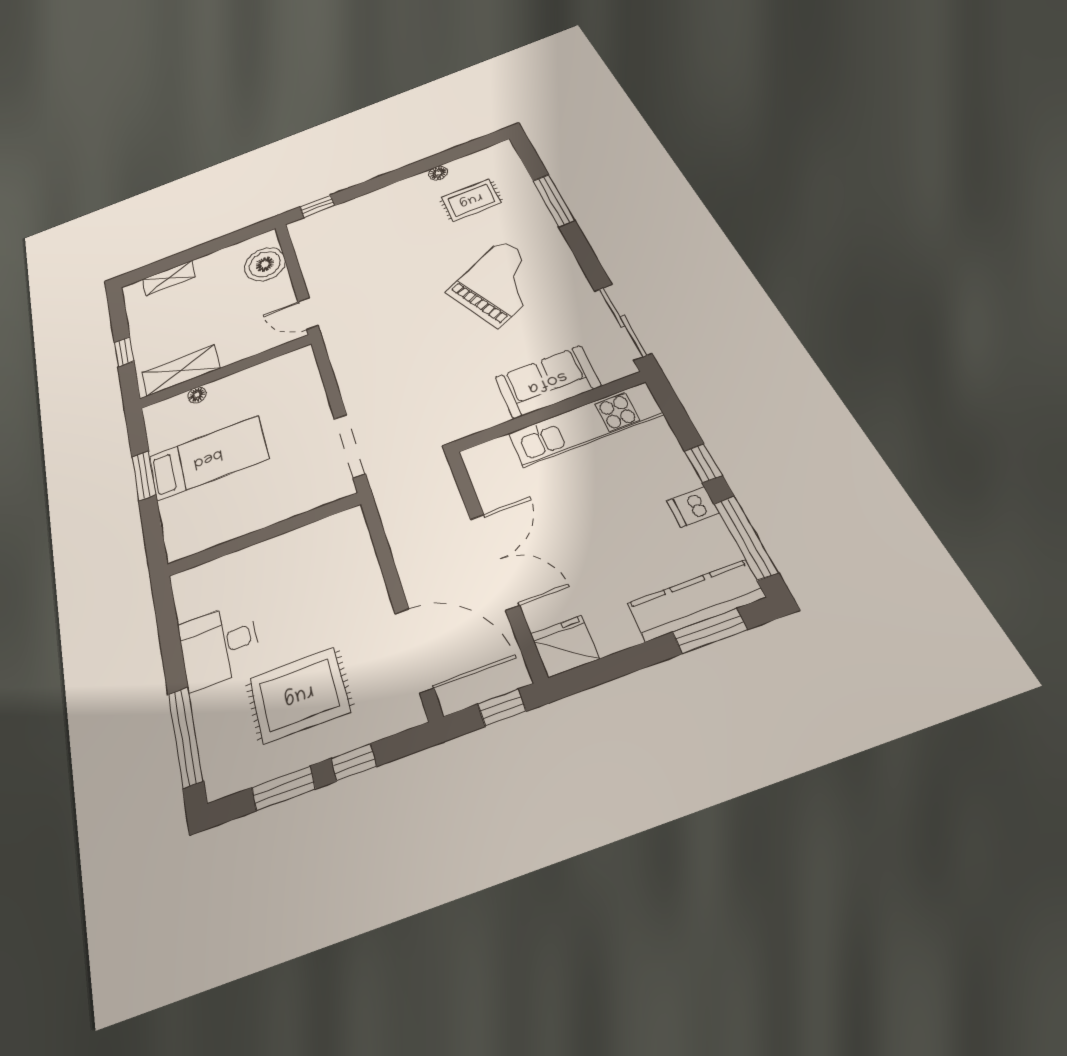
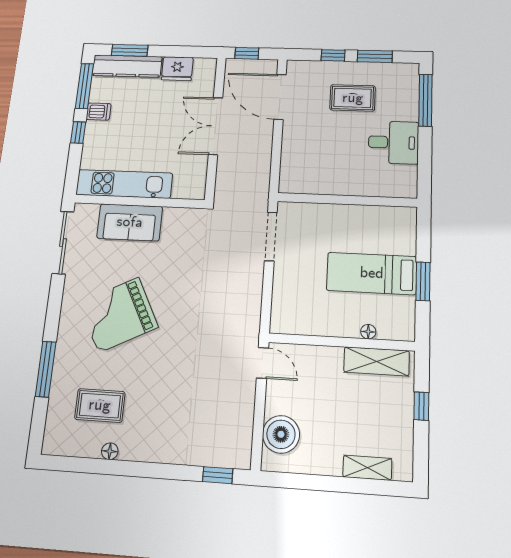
fridge: (565, 646) -> (177, 69), moved
rug: (299, 695) -> (353, 98), width x0.73, depth x0.70

